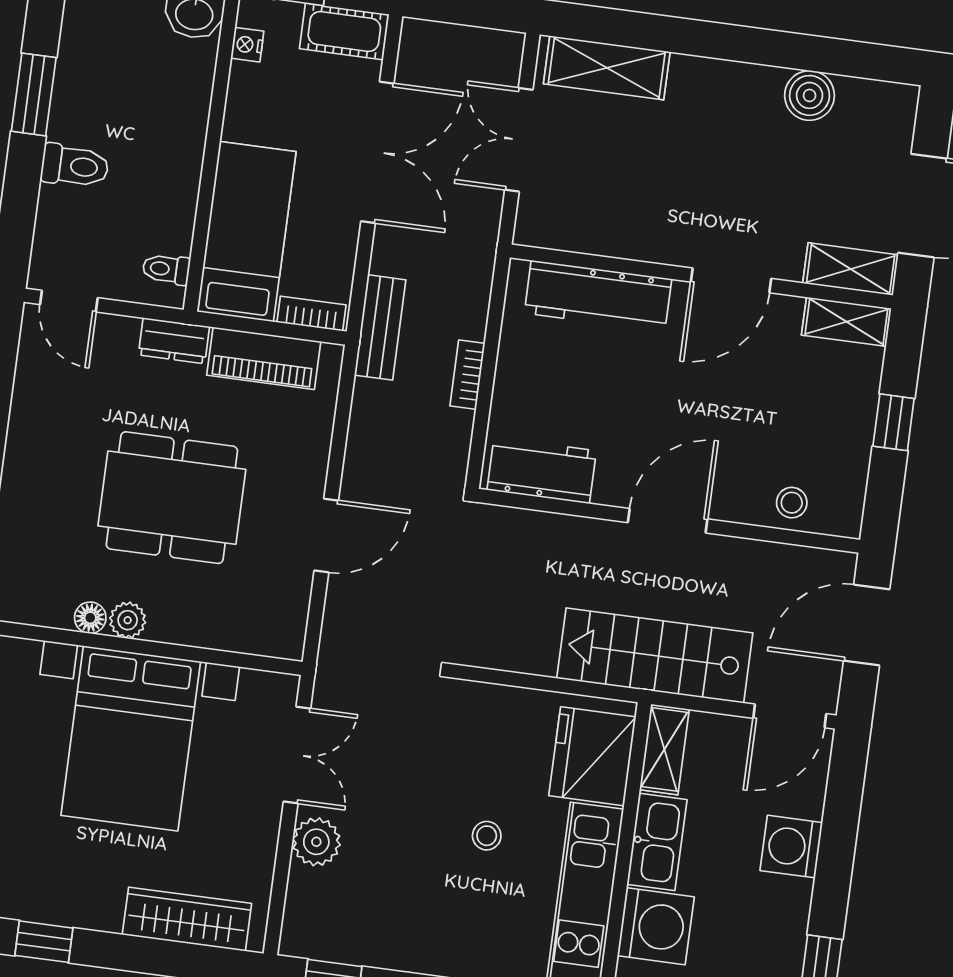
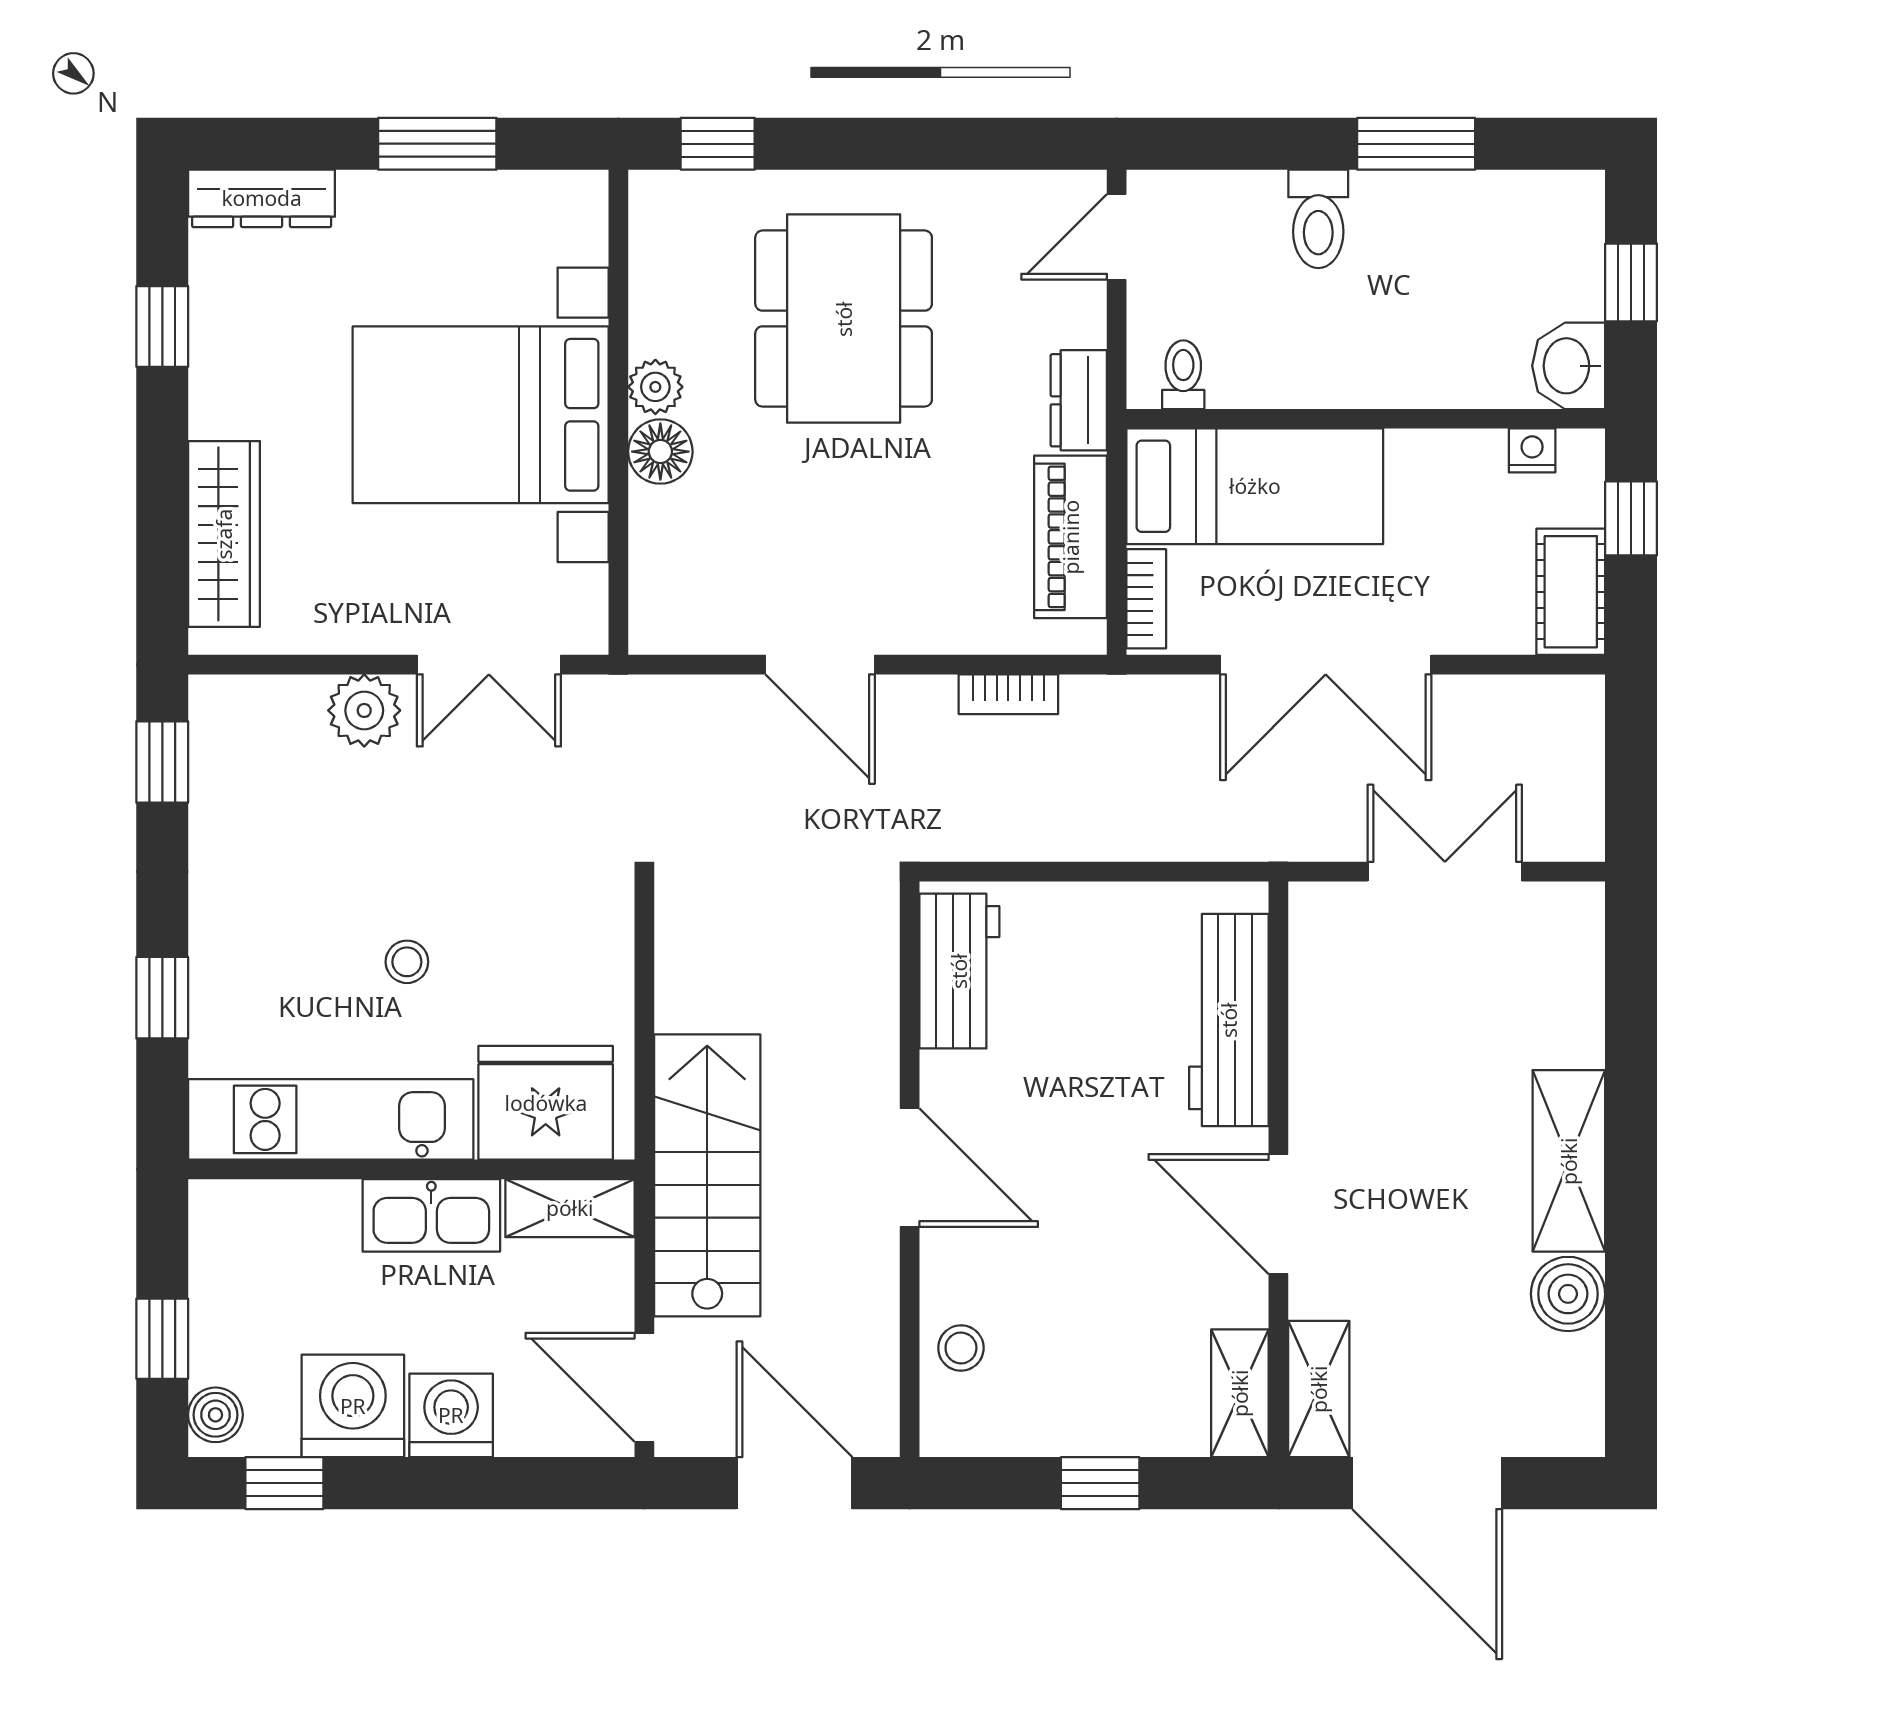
shelving: (607, 68) -> (1569, 1161), moved
double door: (377, 152) -> (1326, 665), moved
bench: (380, 327) -> (1139, 703), removed
bookcase: (467, 375) -> (1008, 694), moved, turned 180
dining table: (172, 498) -> (844, 319), moved
floor lamp: (90, 618) -> (660, 452), moved, width x1.37, depth x1.37
washing machine: (656, 926) -> (353, 1406), moved, turned 180

